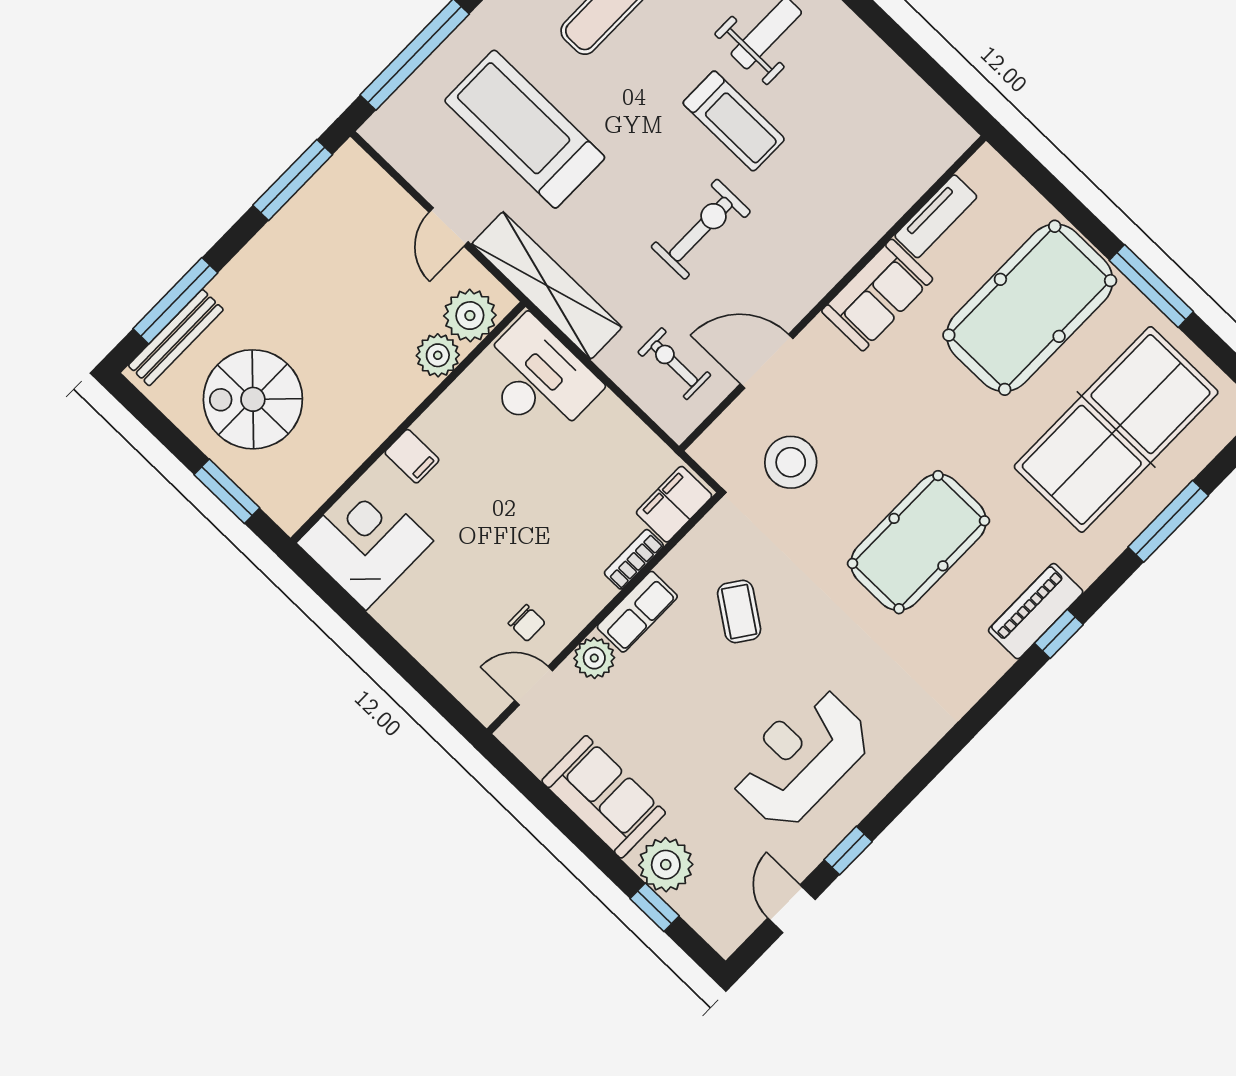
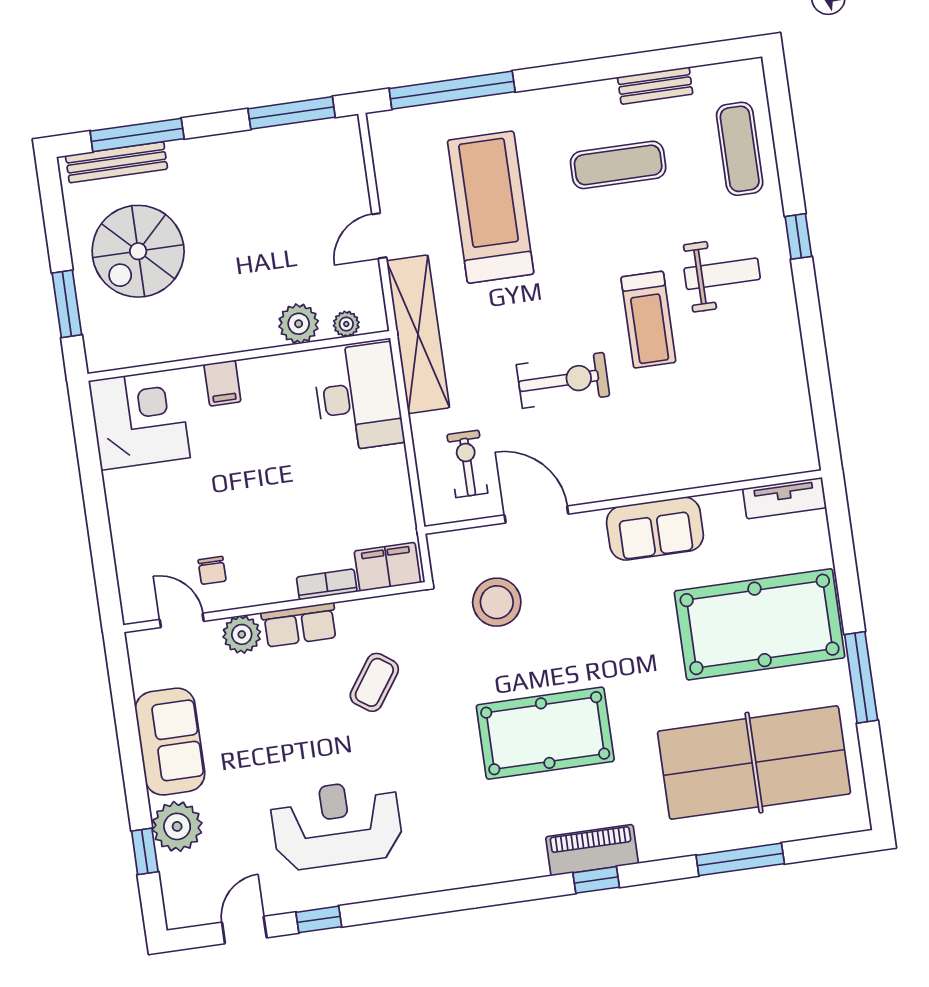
tv unit: (936, 216) -> (784, 498), moved
plant: (470, 316) -> (346, 324), width x0.53, depth x0.53
spiral stairs: (253, 399) -> (138, 251), turned -90

